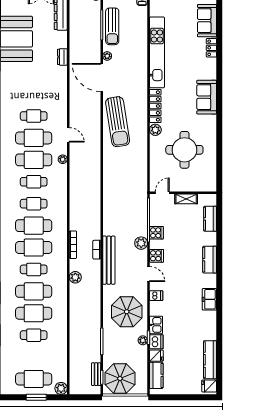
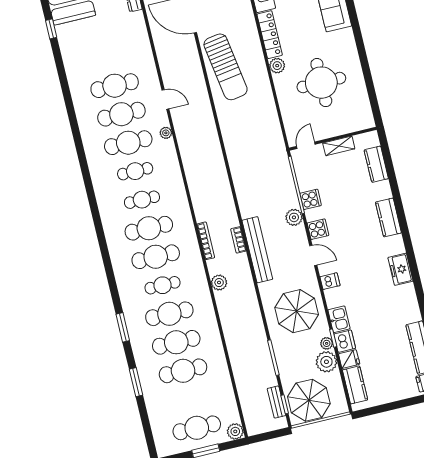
cafe table: (34, 116) -> (115, 86), width x1.37, depth x1.35
cafe table: (34, 335) -> (183, 371), width x1.37, depth x1.35
plant: (139, 354) -> (326, 362), added

